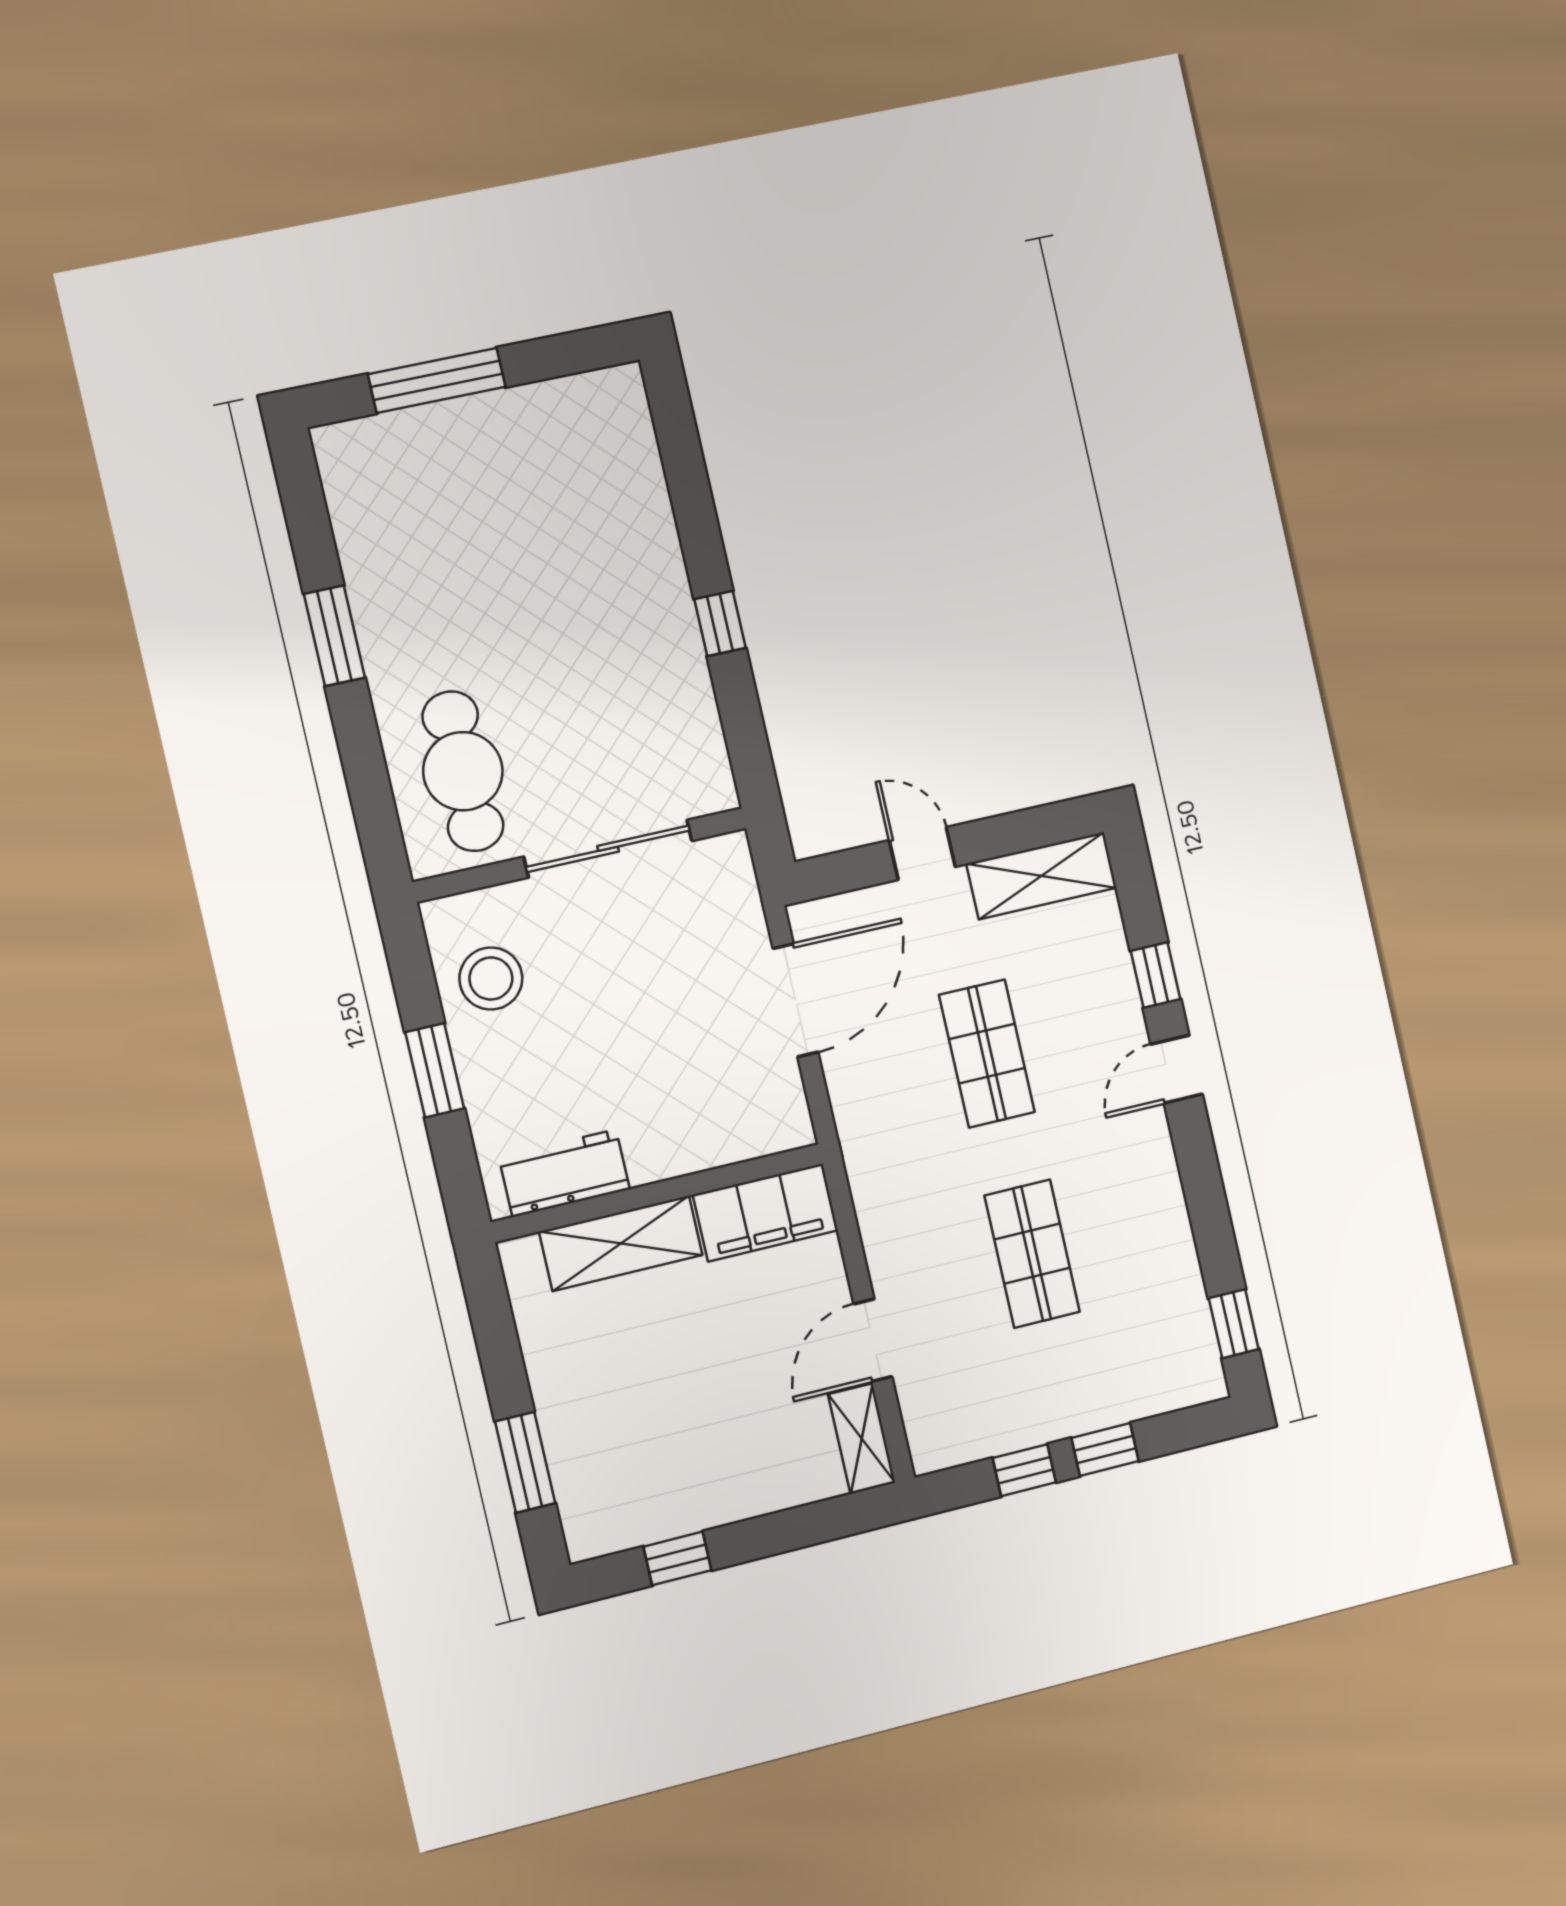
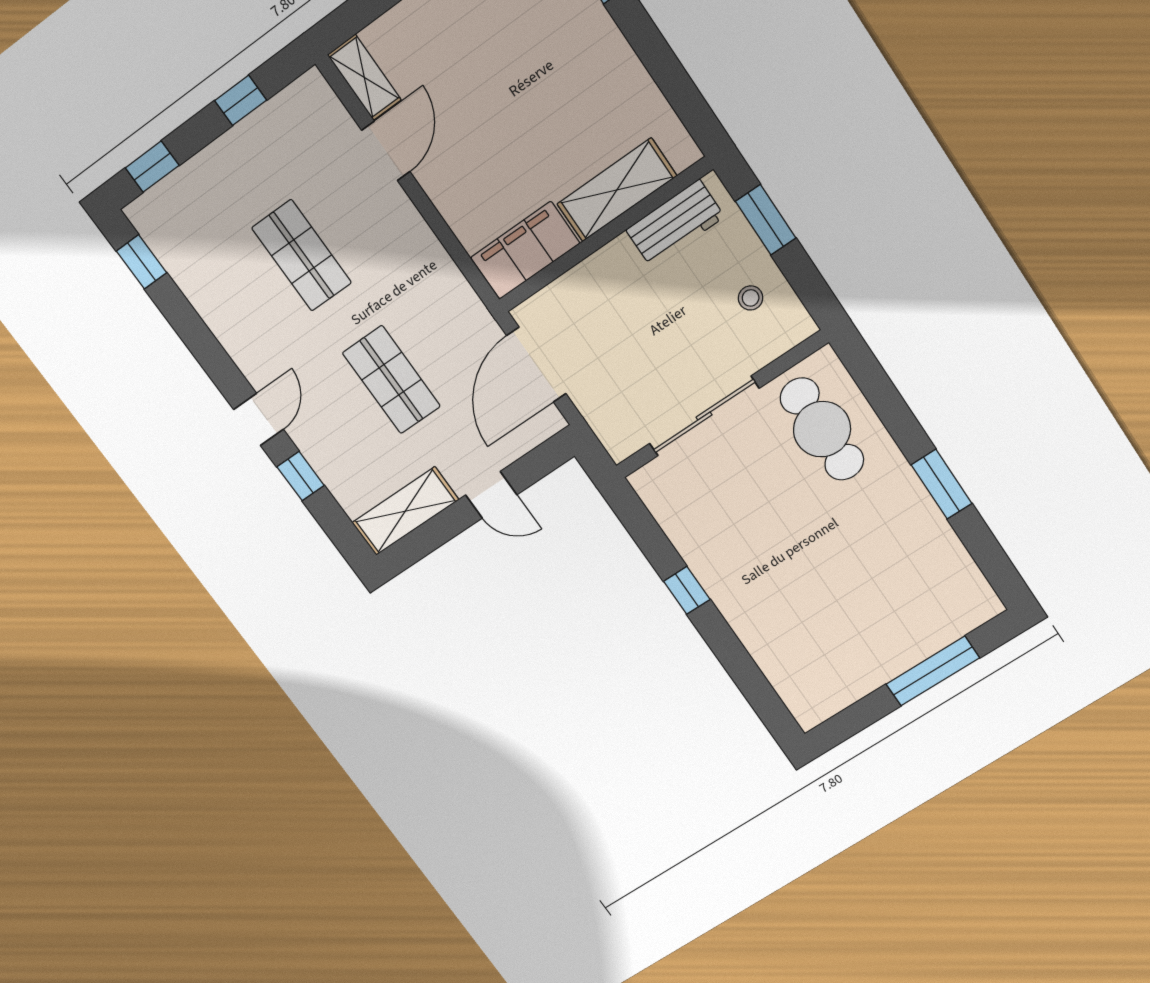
stool: (491, 979) -> (751, 298), width x0.53, depth x0.53
workbench: (564, 1173) -> (675, 223), moved
wall: (658, 1193) -> (605, 235), moved
filing cabinet: (765, 1213) -> (525, 250), moved
shelving: (621, 1243) -> (617, 190), moved
window: (1105, 1450) -> (152, 167), moved

